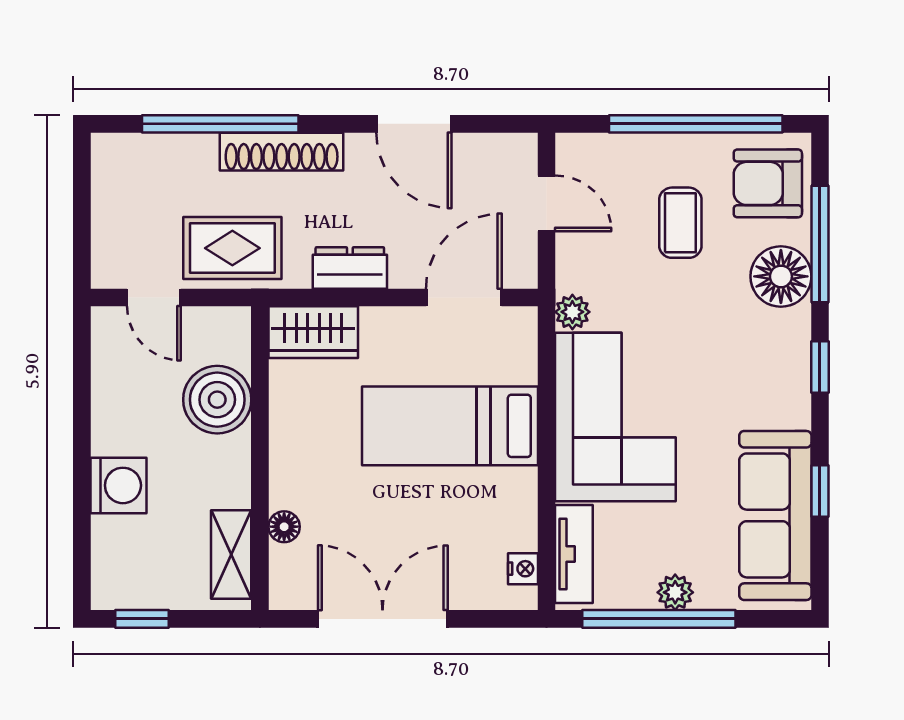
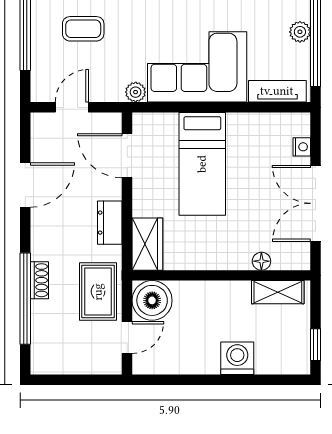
shoe rack: (282, 152) -> (39, 280), width x0.51, depth x0.81
boiler: (217, 400) -> (152, 300), moved
nightstand: (523, 569) -> (302, 147), moved, turned 90

